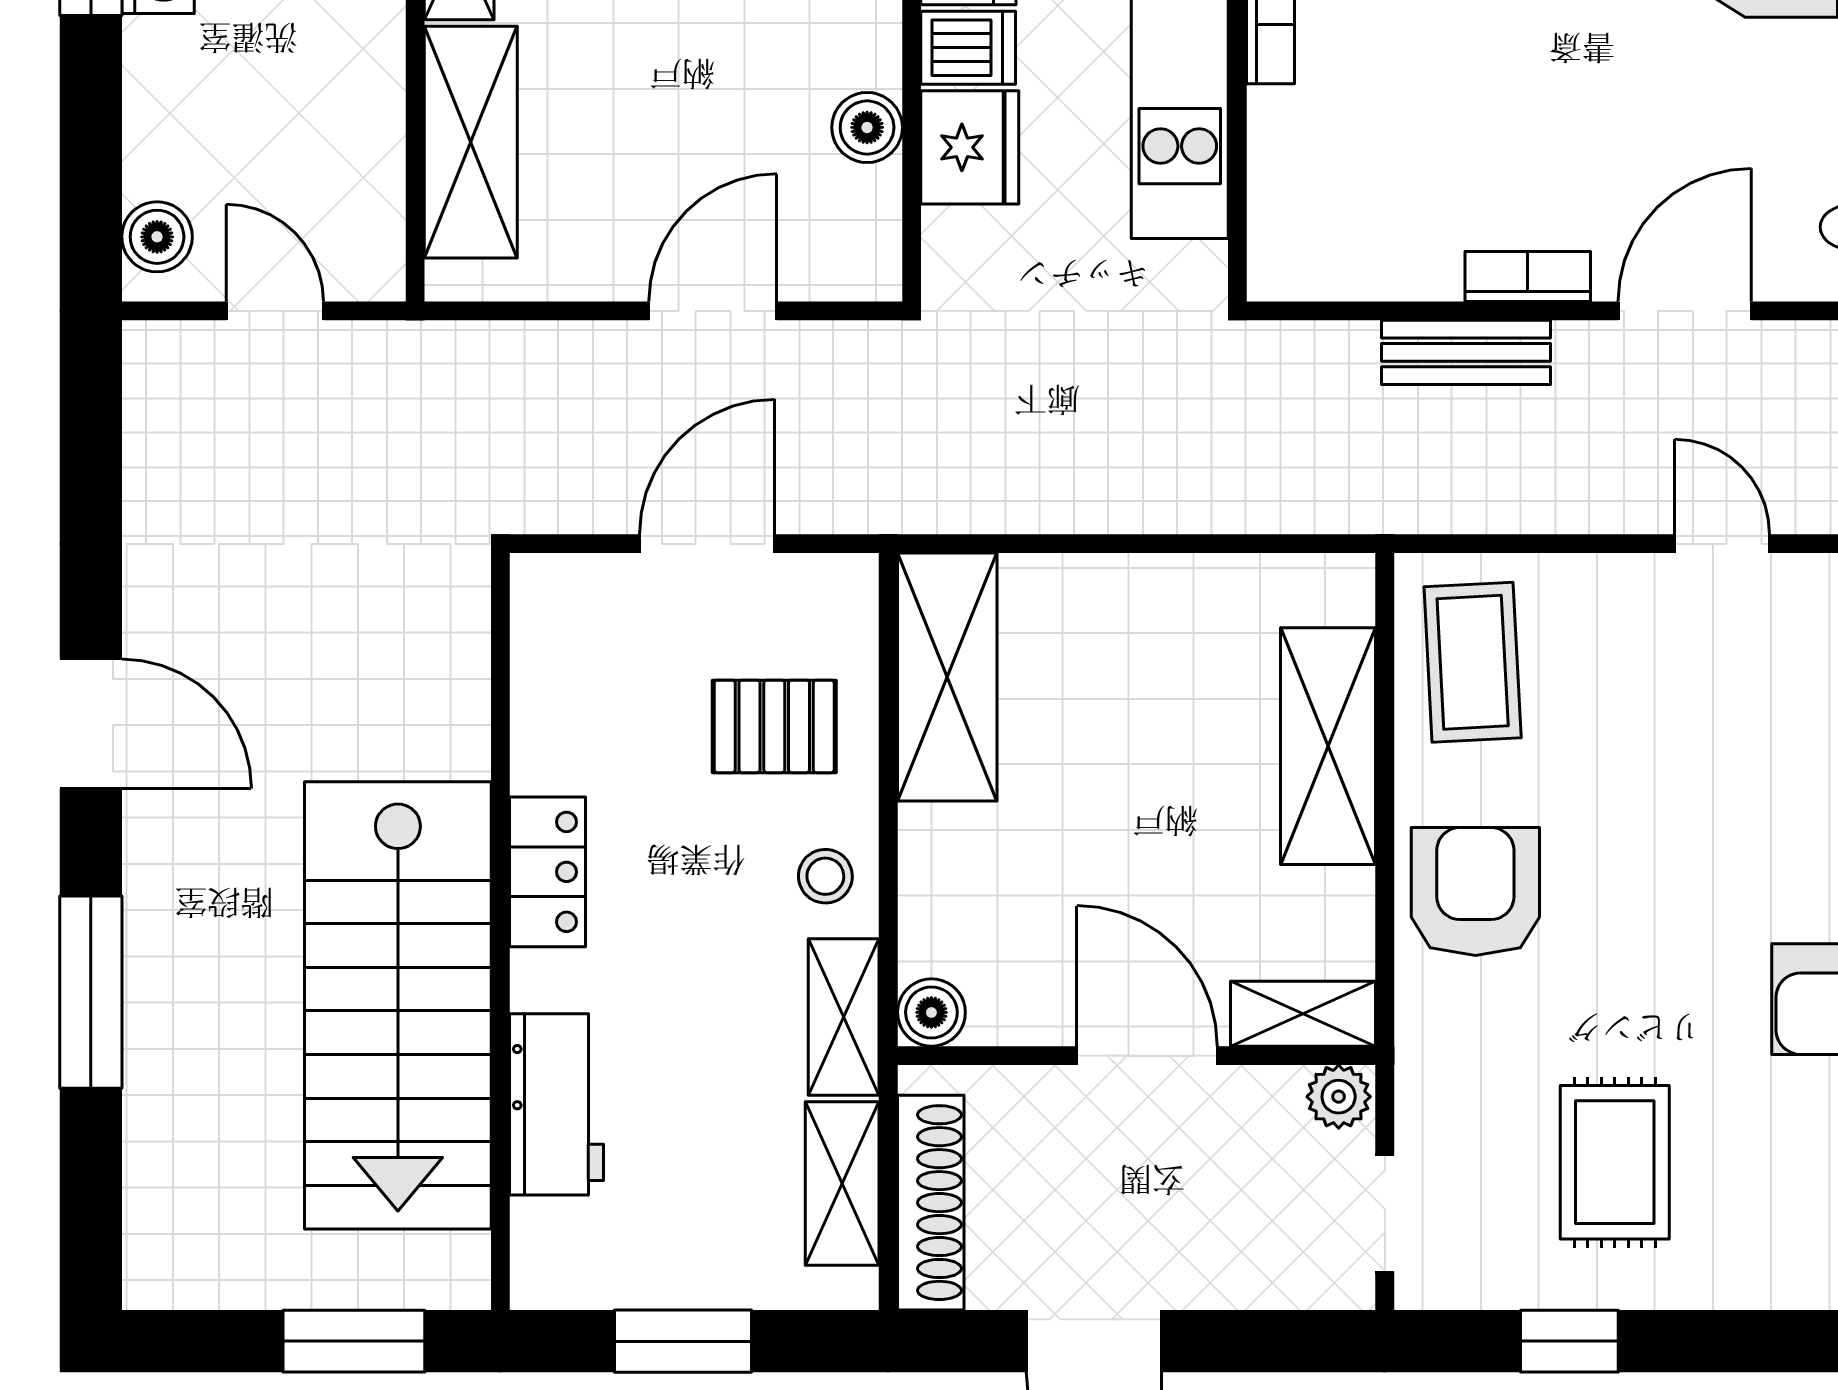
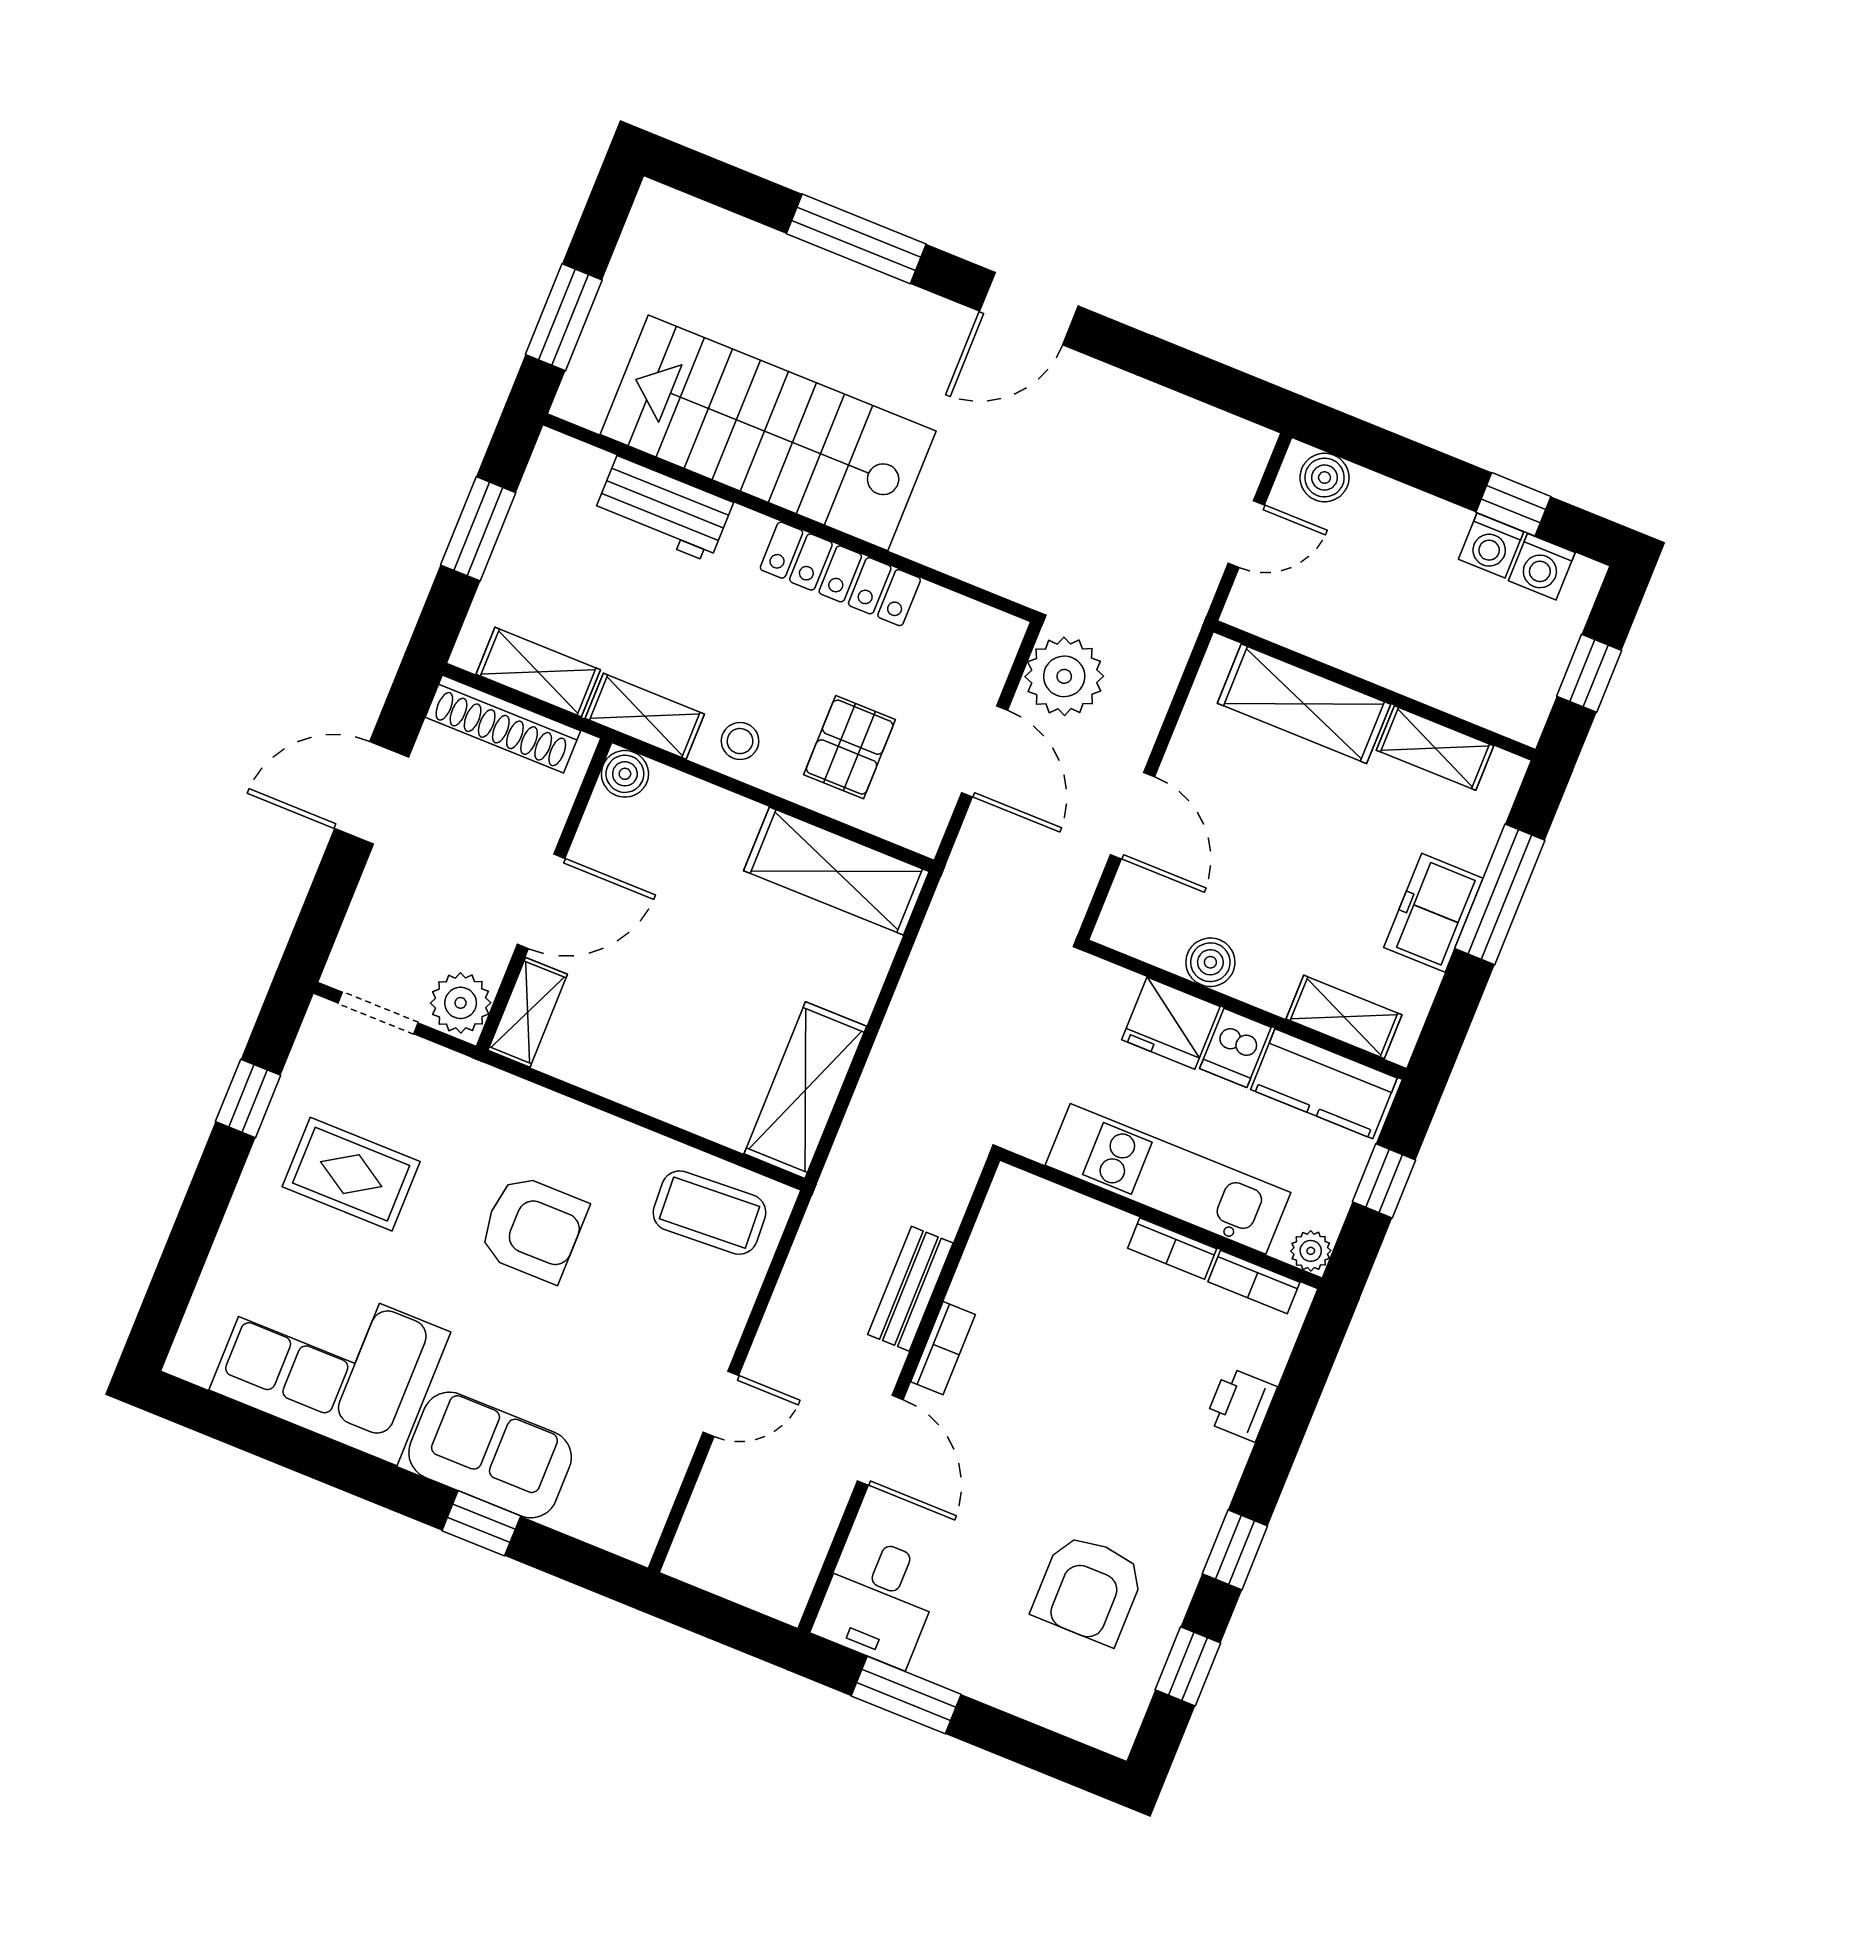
plant: (564, 478) -> (1064, 676), added
shelving: (1328, 746) -> (805, 1090), moved, turned 90
locker: (548, 872) -> (840, 574), width x1.53
armchair: (1475, 891) -> (533, 1228), moved
plant: (1339, 1097) -> (461, 1003), width x1.38, depth x1.38

